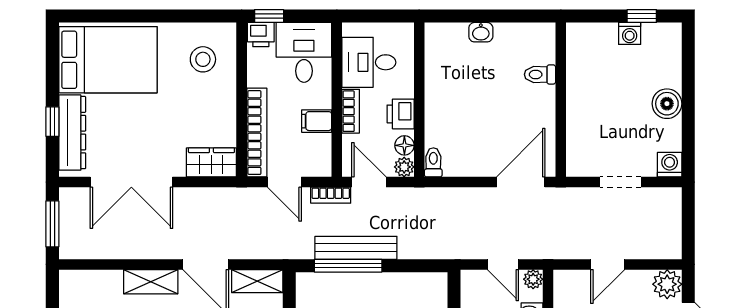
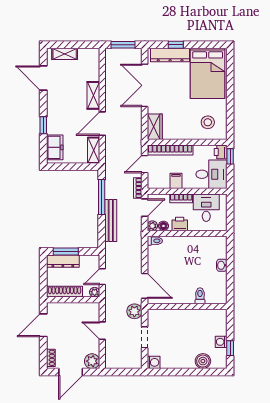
boiler: (667, 104) -> (203, 361), moved
plant: (570, 202) -> (134, 311), added
bench: (356, 248) -> (111, 221), moved

